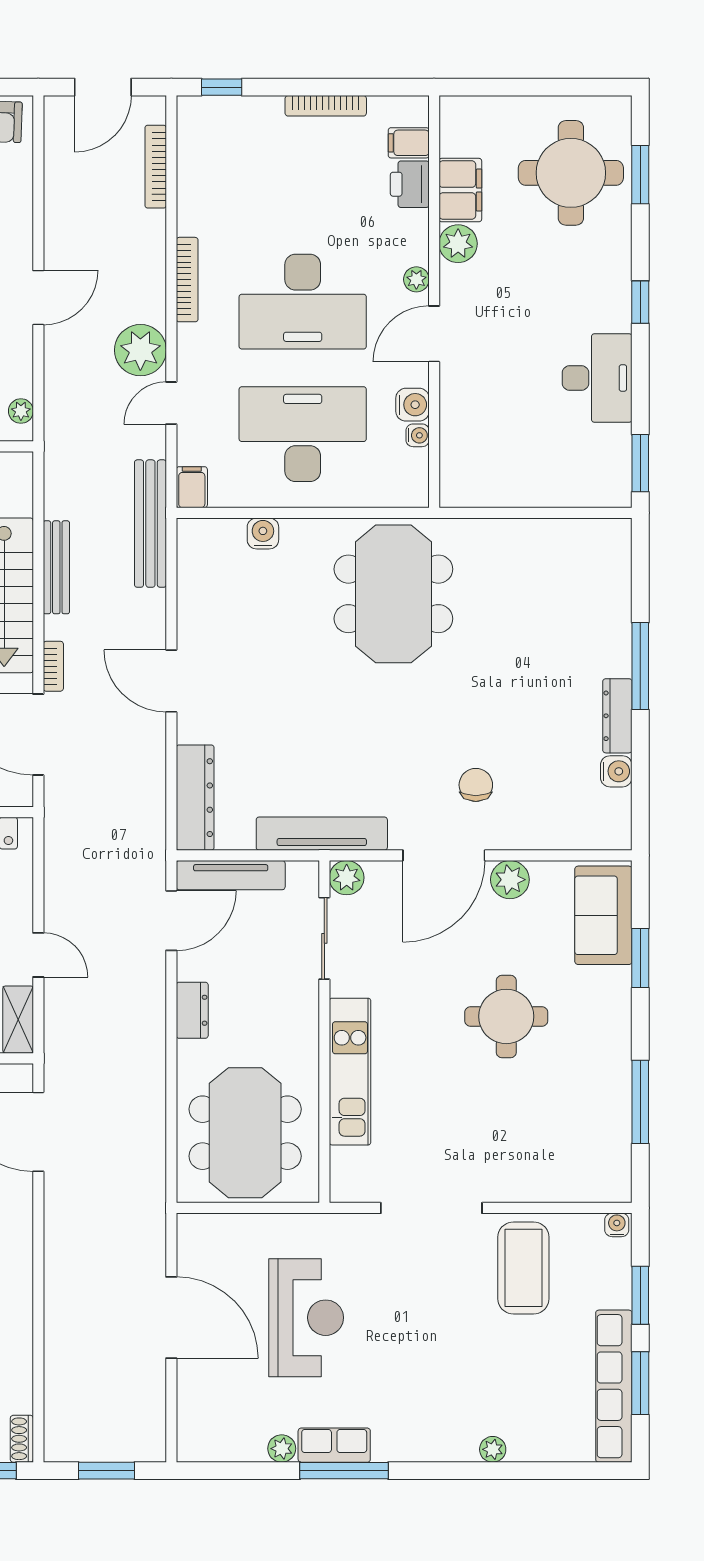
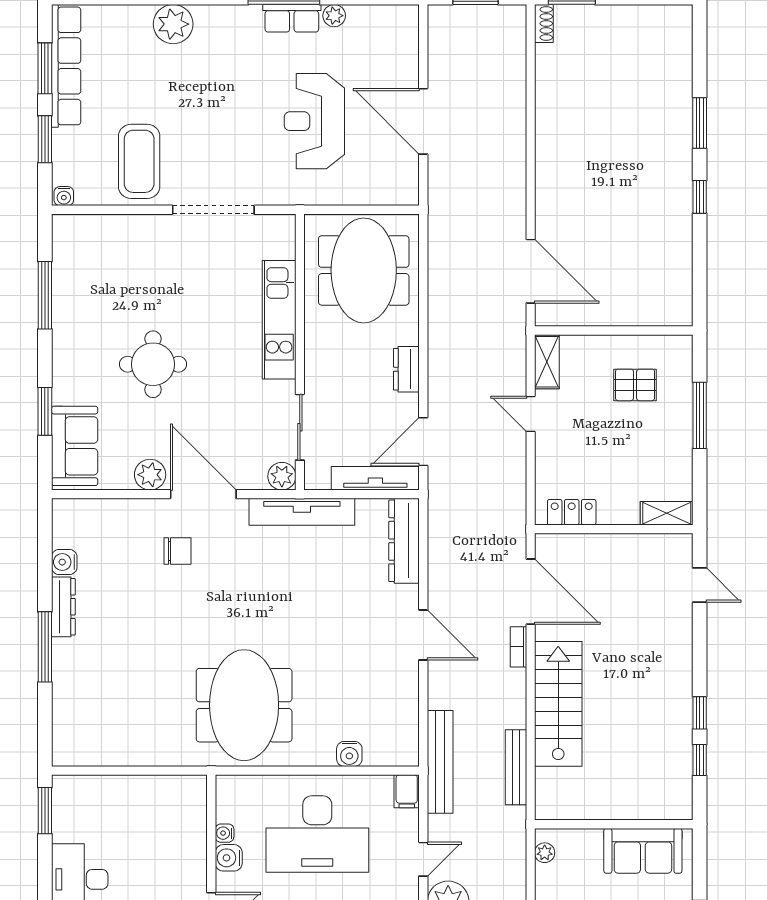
bench: (56, 567) -> (516, 767), moved
chair: (476, 785) -> (178, 551), turned -90
door: (444, 855) -> (203, 494), hinge flipped
plant: (493, 1449) -> (173, 24), width x1.88, depth x1.88

